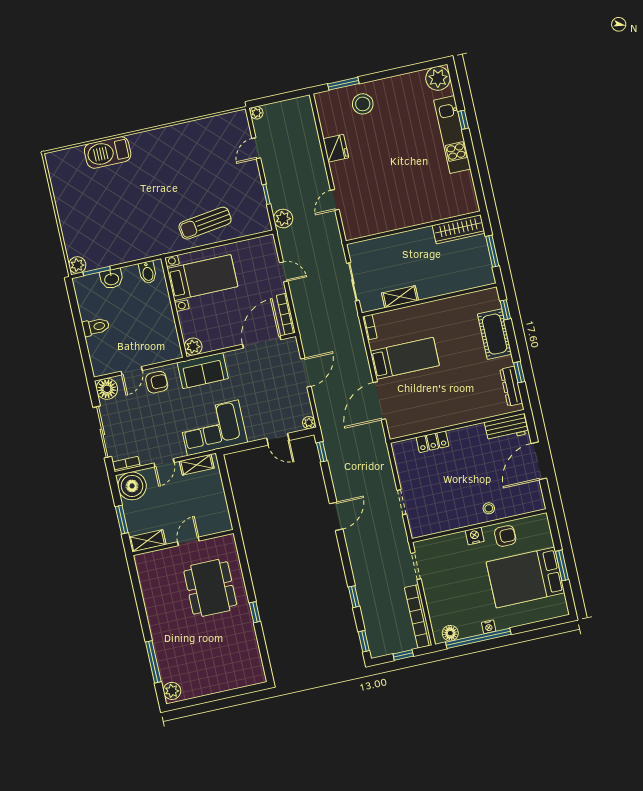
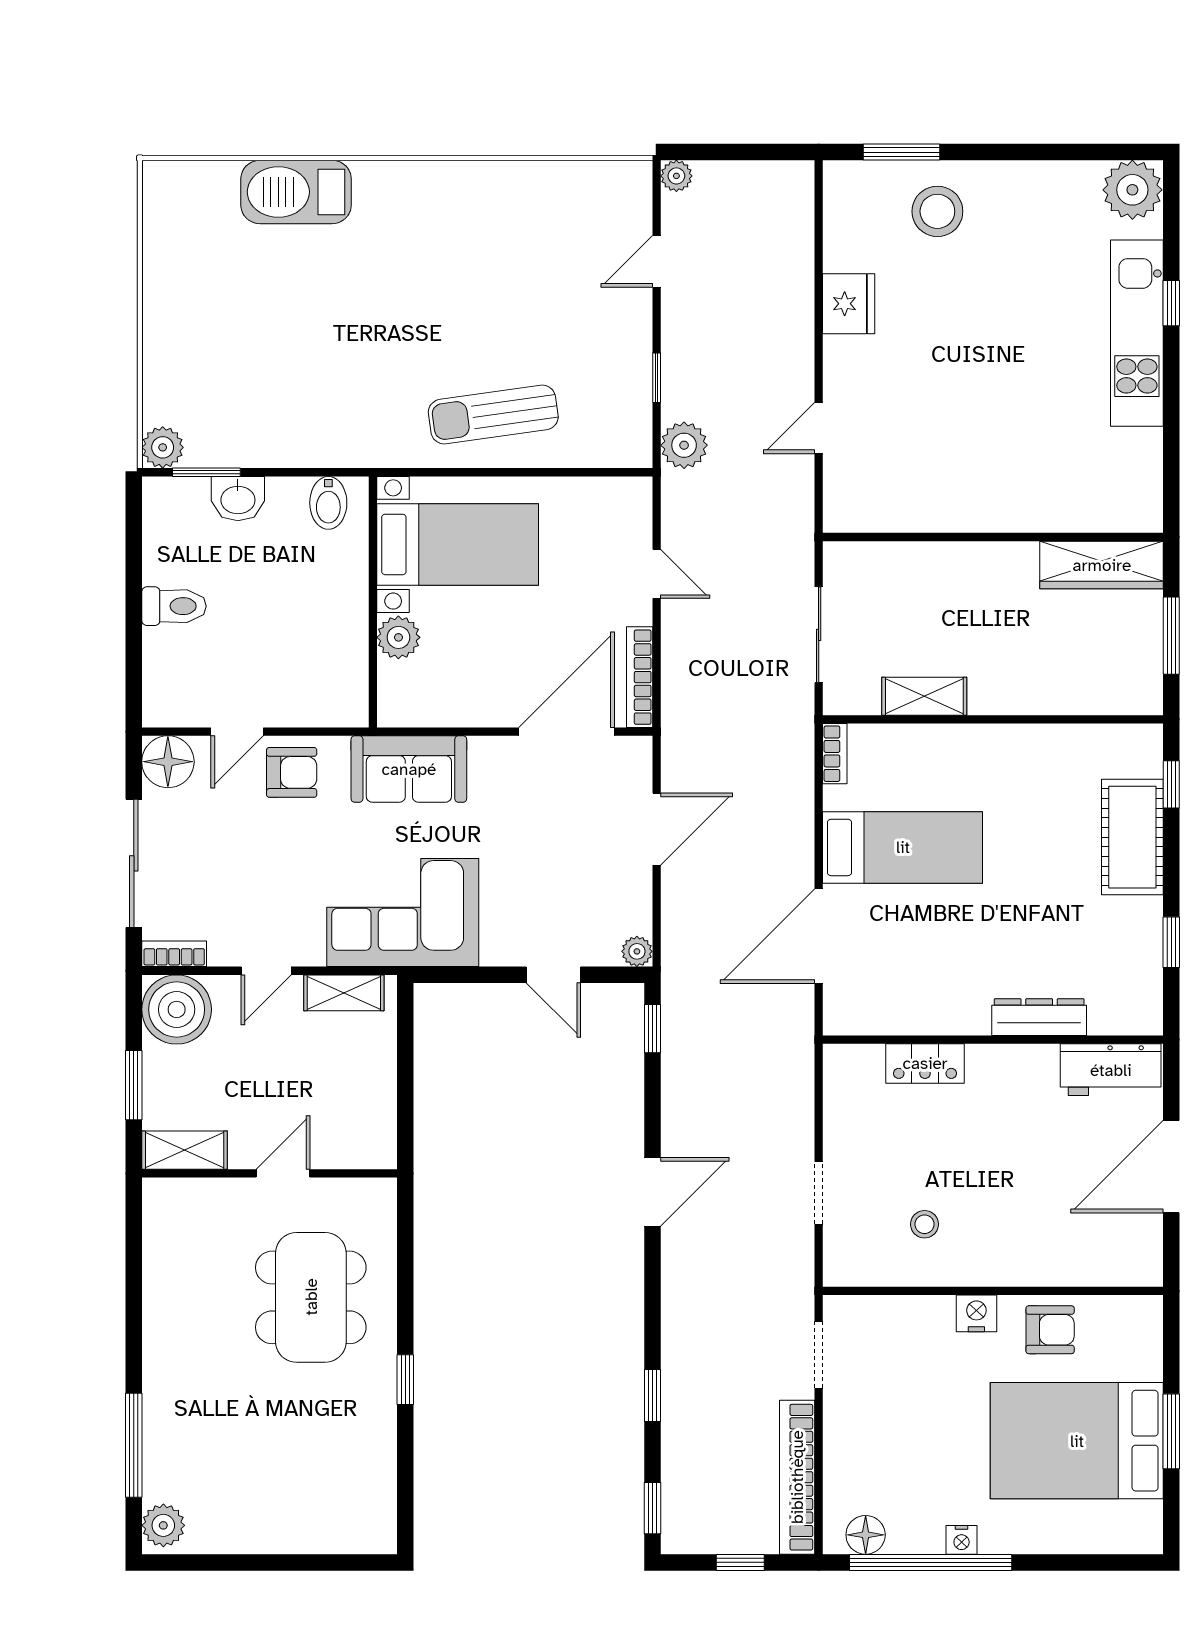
plant: (193, 347) -> (398, 637), moved
dresser: (511, 386) -> (1039, 1017), moved, turned 90
stool: (489, 508) -> (925, 1224), moved

